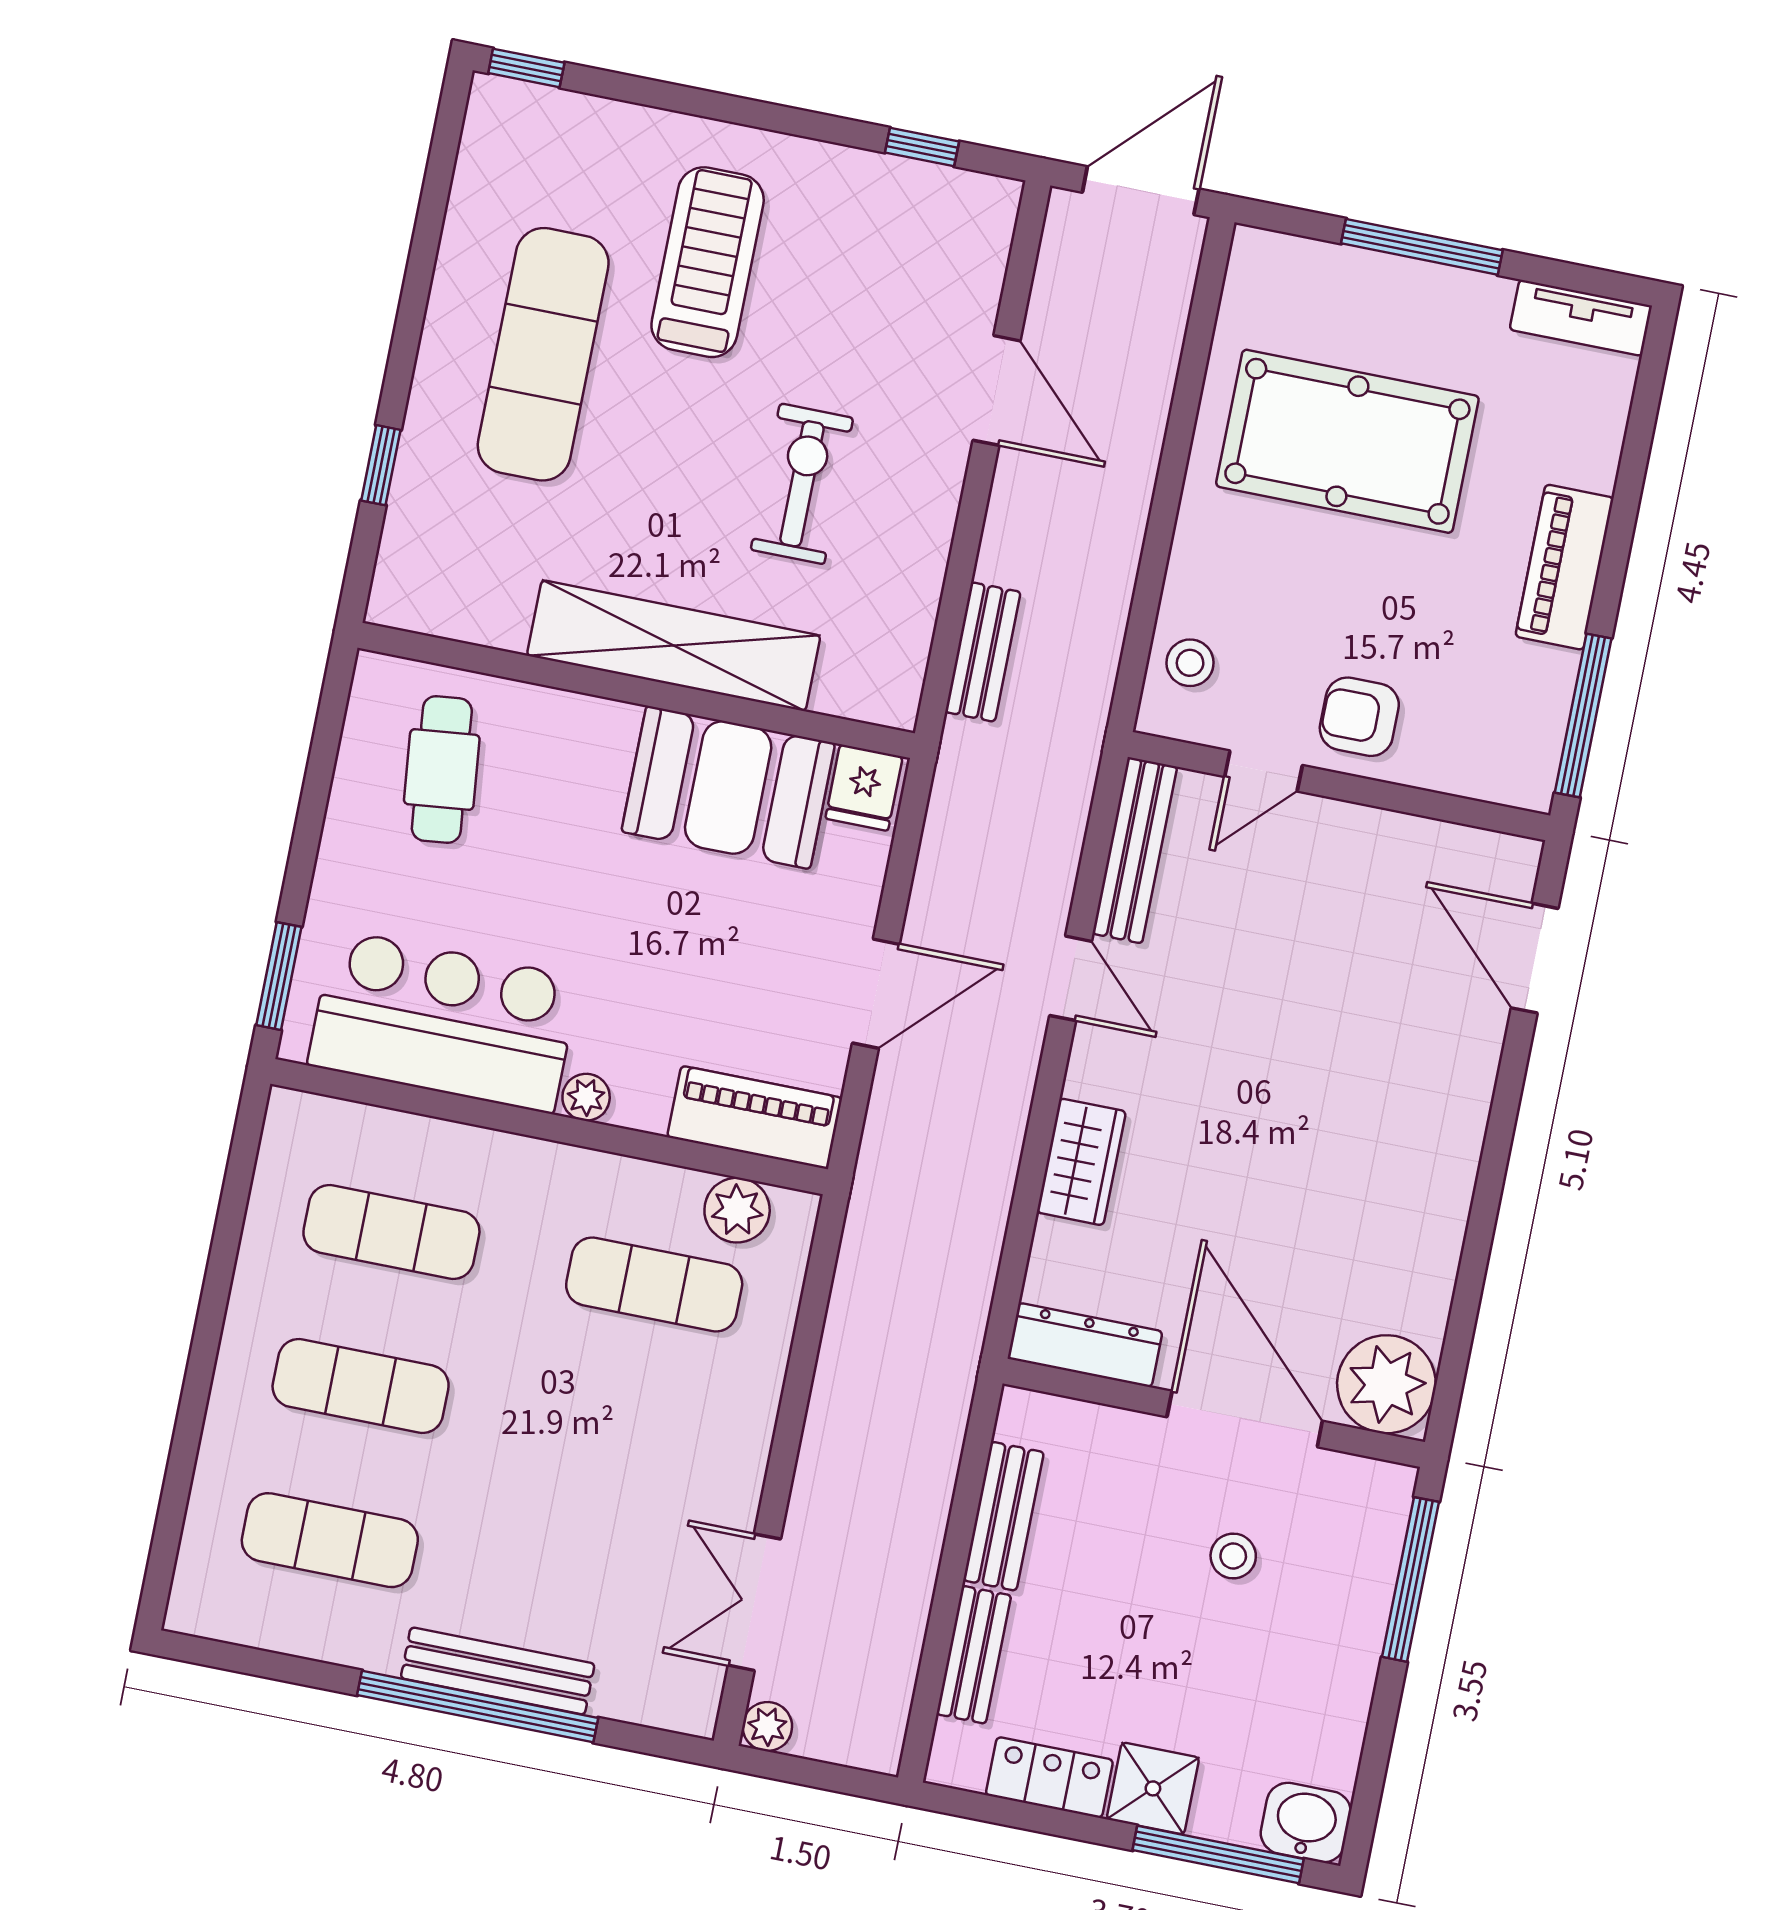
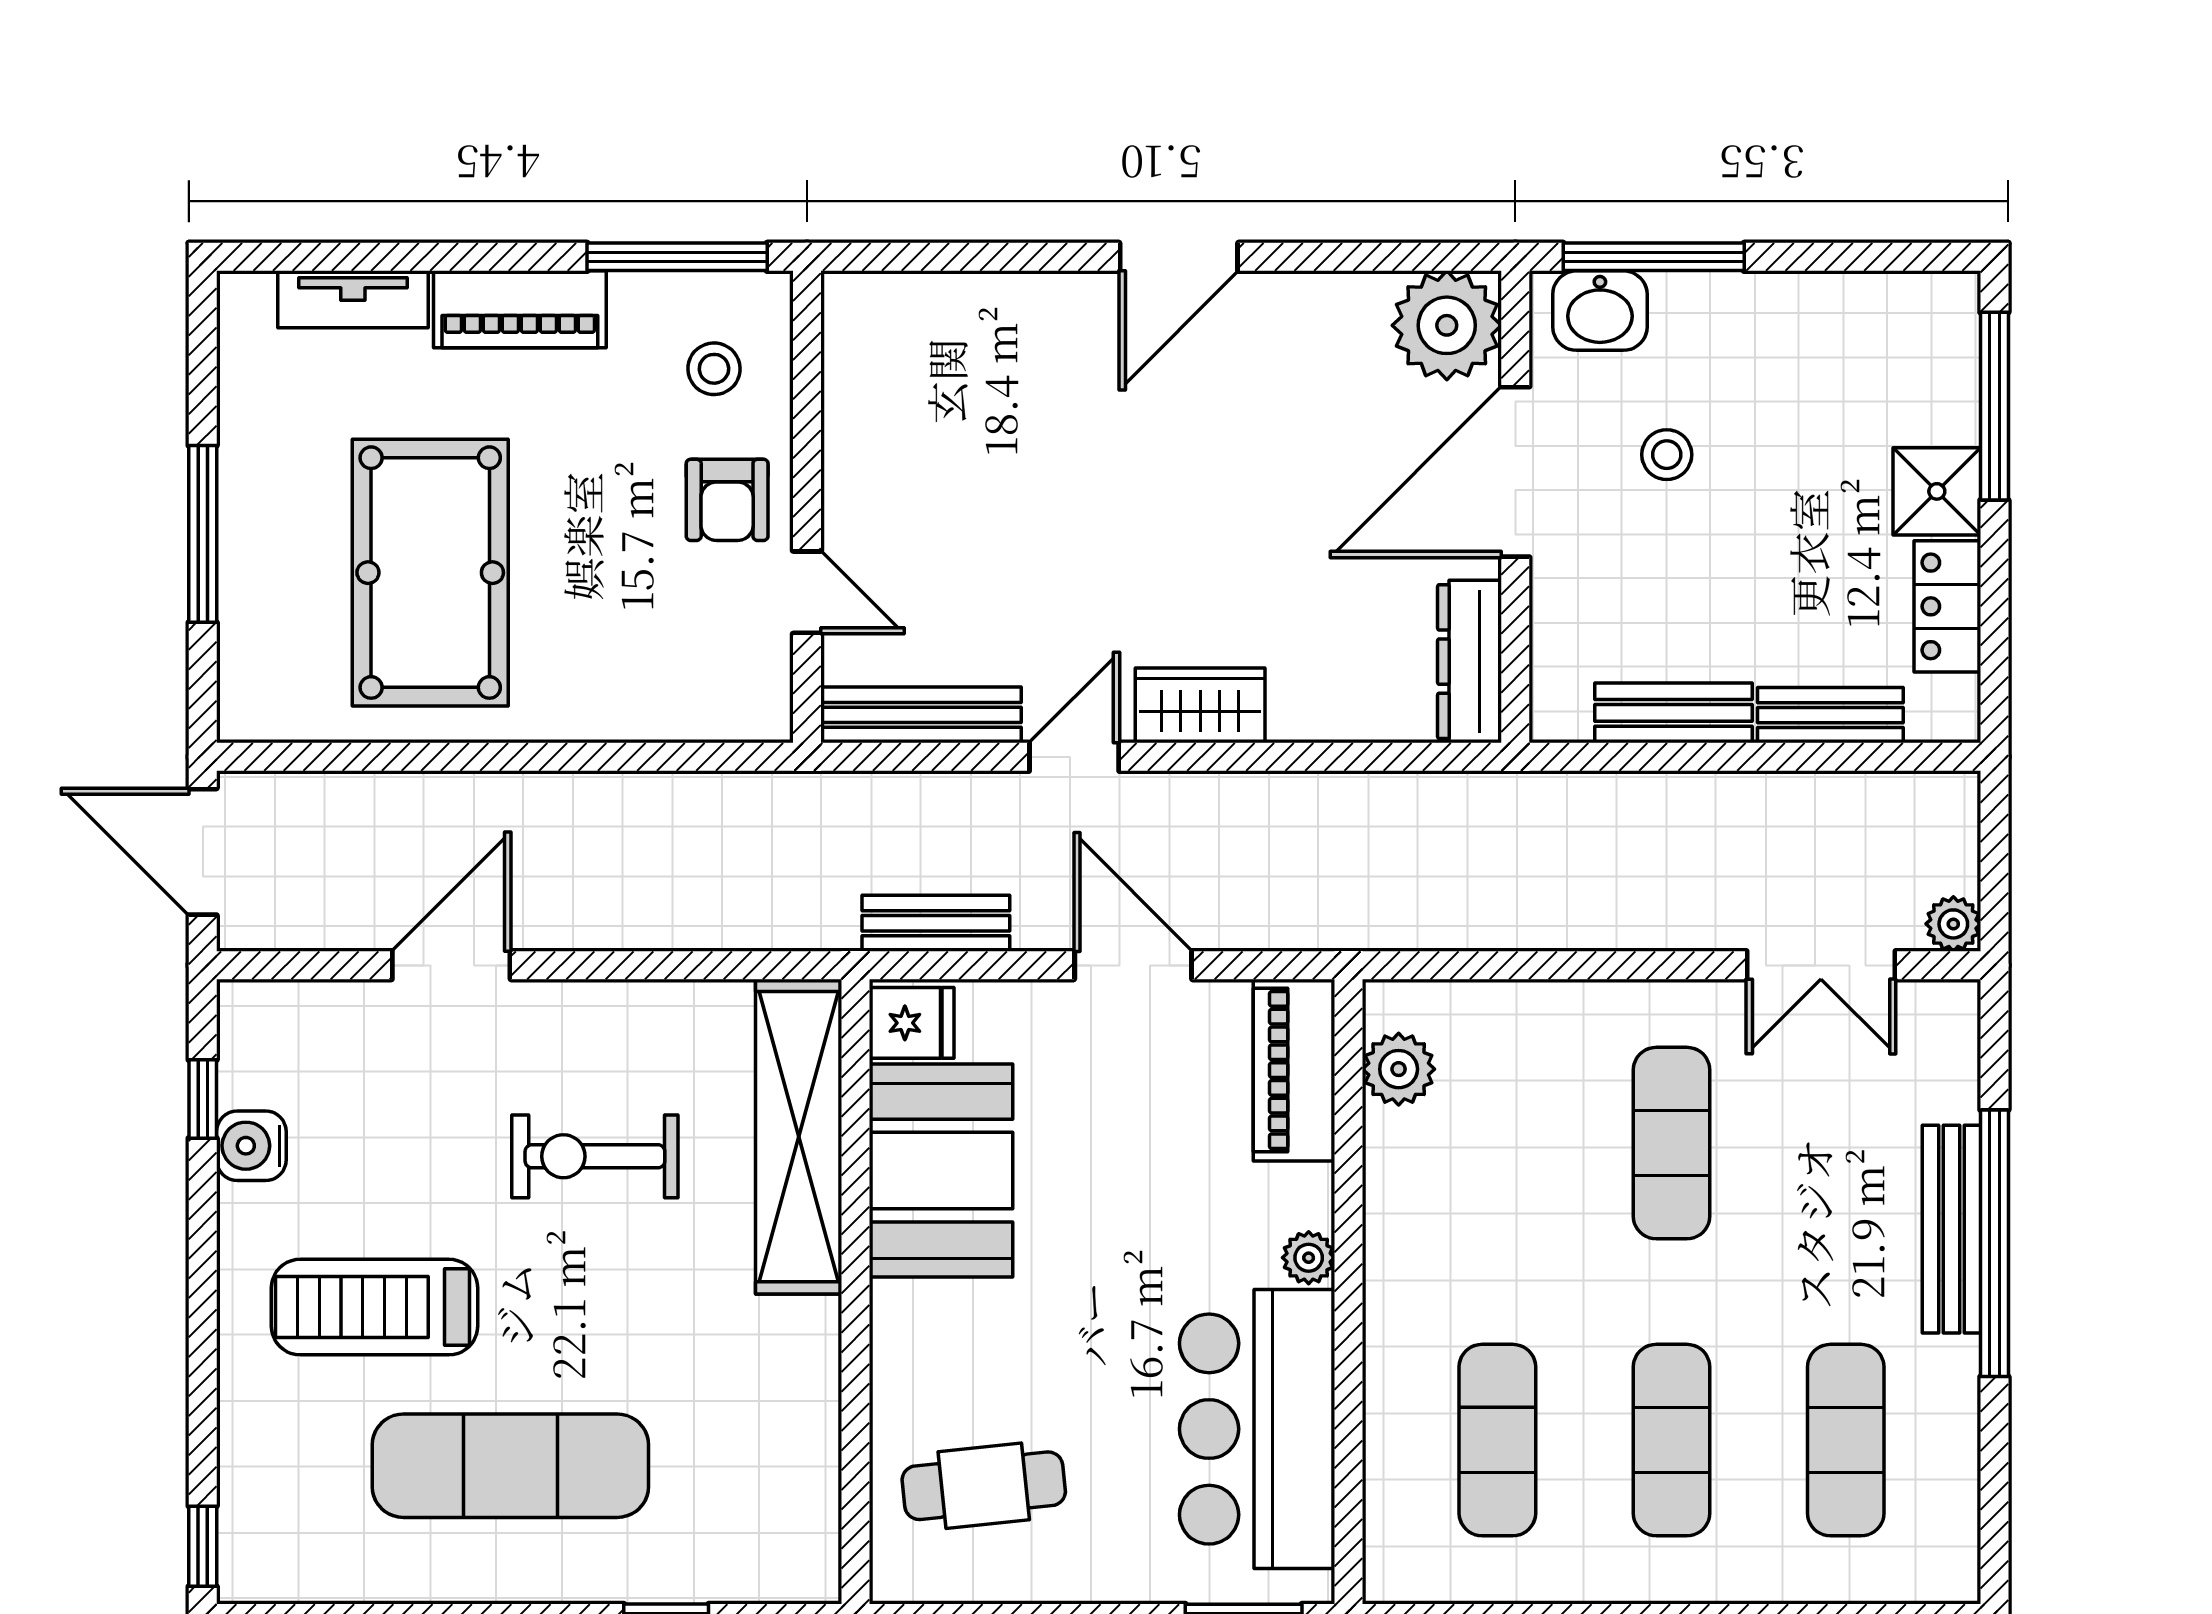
water cooler: (872, 182) -> (251, 1146), added
tv unit: (1581, 318) -> (353, 299), moved, turned 90
shelving: (674, 646) -> (799, 1137), moved
bench: (983, 652) -> (936, 923), moved
stool: (1190, 663) -> (714, 369), moved
door: (1535, 958) -> (1179, 257), moved
wardrobe: (1081, 1162) -> (1200, 705), moved
exercise mat: (654, 1284) -> (1672, 1143), moved
washbasin: (1306, 1822) -> (1600, 311), moved, turned -90

